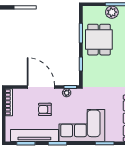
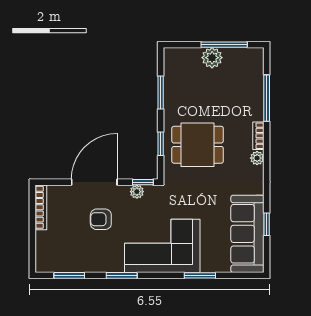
dining table: (99, 40) -> (198, 145), moved, turned 90
door: (41, 87) -> (94, 182), hinge flipped
tv unit: (34, 135) -> (83, 262), removed

